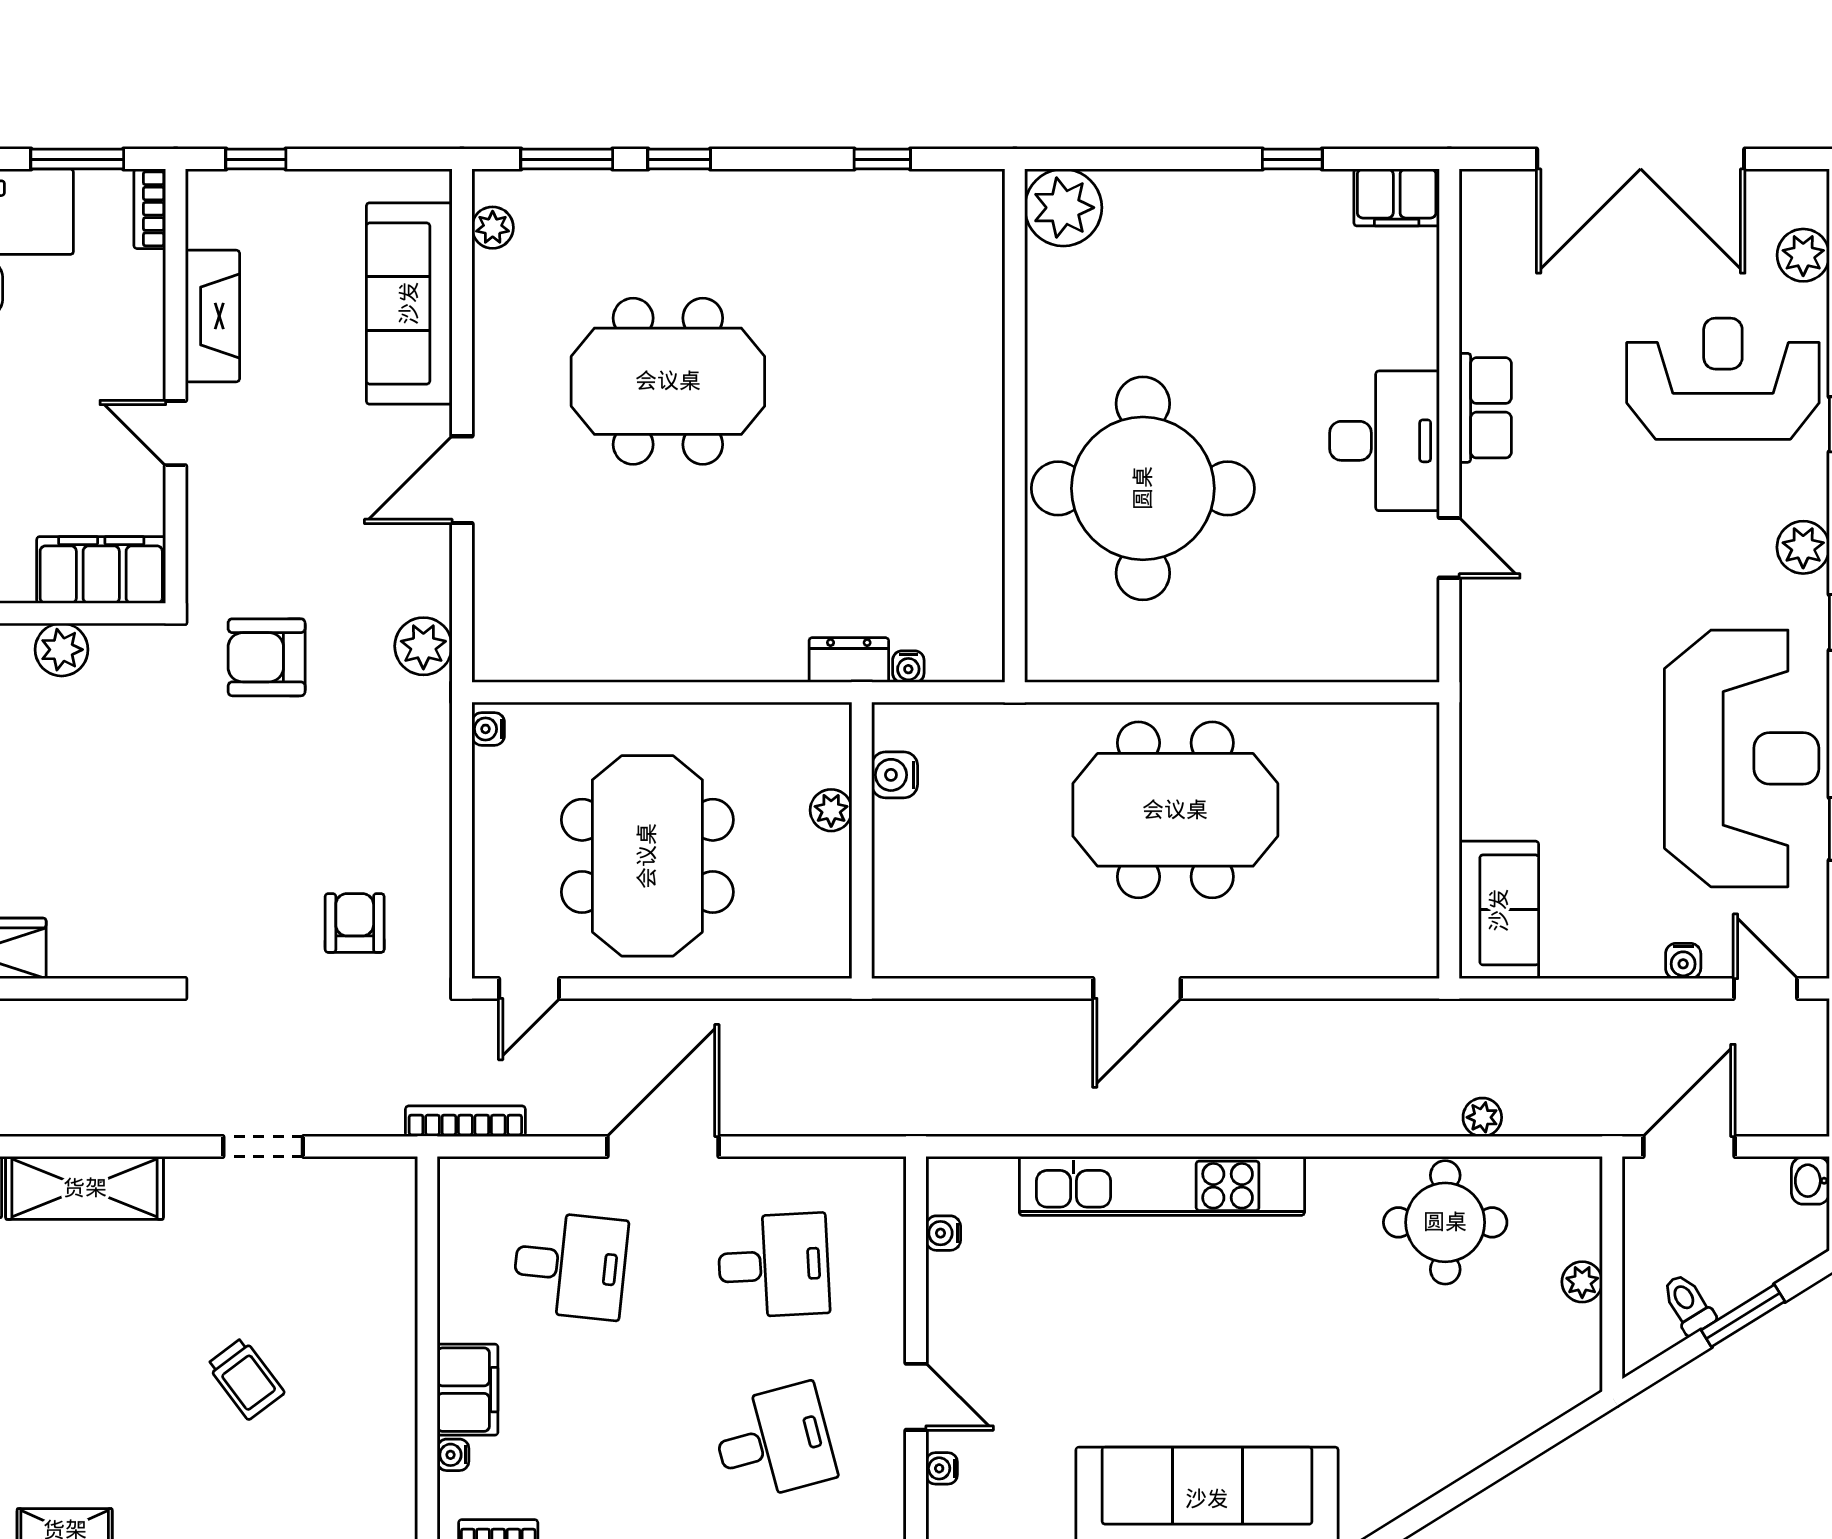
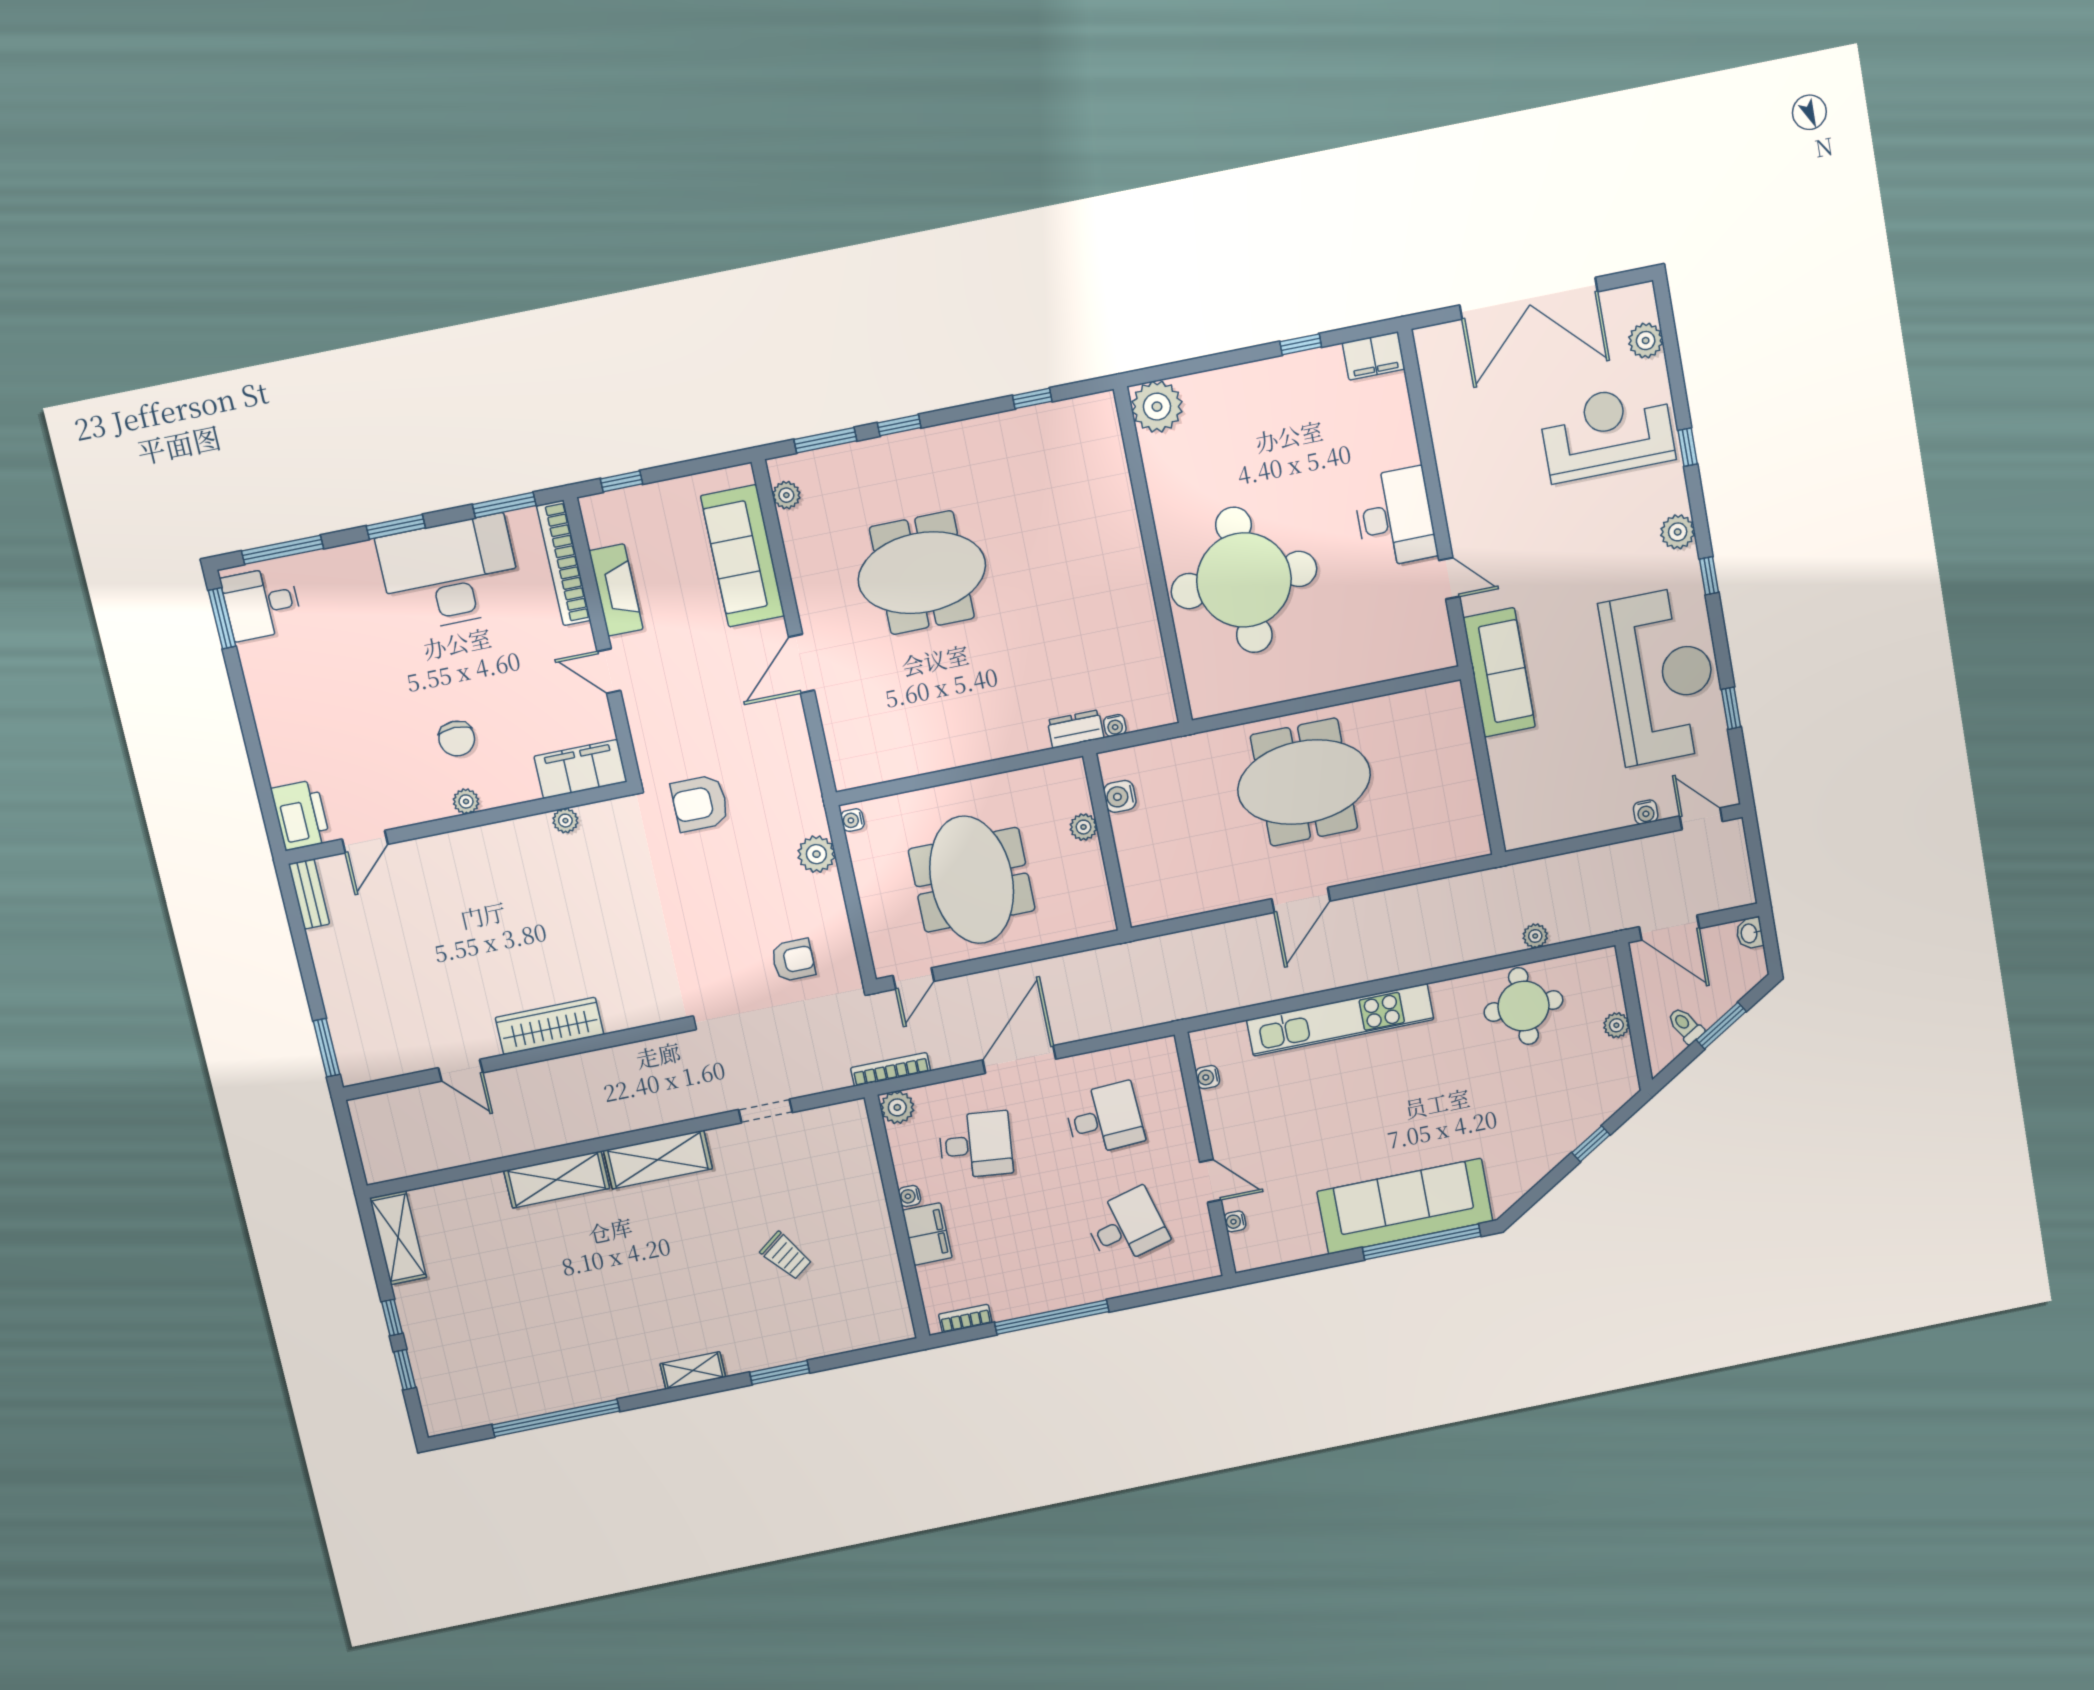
bookcase: (150, 209) -> (564, 563), width x2.31, depth x1.31
row of seats: (1485, 408) -> (1456, 483), removed
plant: (423, 646) -> (816, 854), moved
plant: (62, 650) -> (565, 821), width x0.73, depth x0.73
sofa: (1499, 910) -> (1499, 672), moved, width x1.36
armchair: (355, 923) -> (793, 960), turned 90
door: (1689, 1146) -> (1669, 928), swing flipped
plant: (463, 1182) -> (897, 1107), added
water cooler: (453, 1455) -> (910, 1196), moved
window: (1511, 1460) -> (1591, 1144), added

